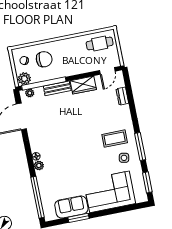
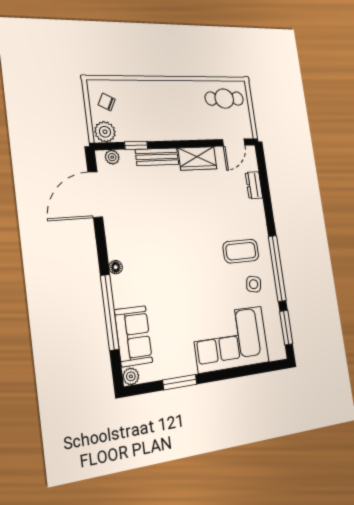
chair: (44, 59) -> (139, 106), removed
window: (44, 84) -> (136, 145), width x0.32
window: (140, 146) -> (277, 268), width x1.46
plant: (39, 165) -> (131, 376), moved
window: (37, 197) -> (110, 312), moved
sofa: (71, 207) -> (134, 336), moved, turned 90

